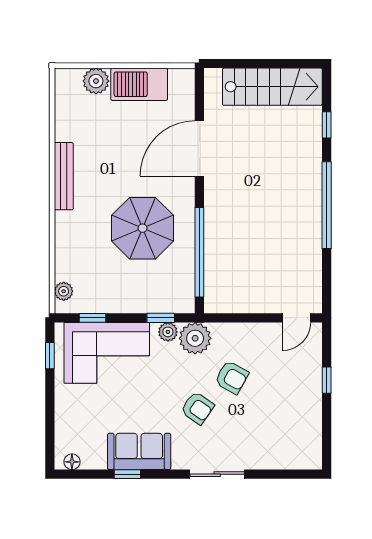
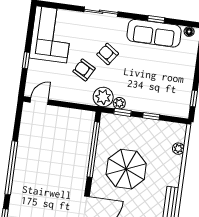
plant: (64, 291) -> (178, 149), moved
window: (93, 318) -> (151, 116), moved
corner sofa: (107, 353) -> (51, 34), moved, turned 90
sofa: (139, 451) -> (154, 33), width x1.36

